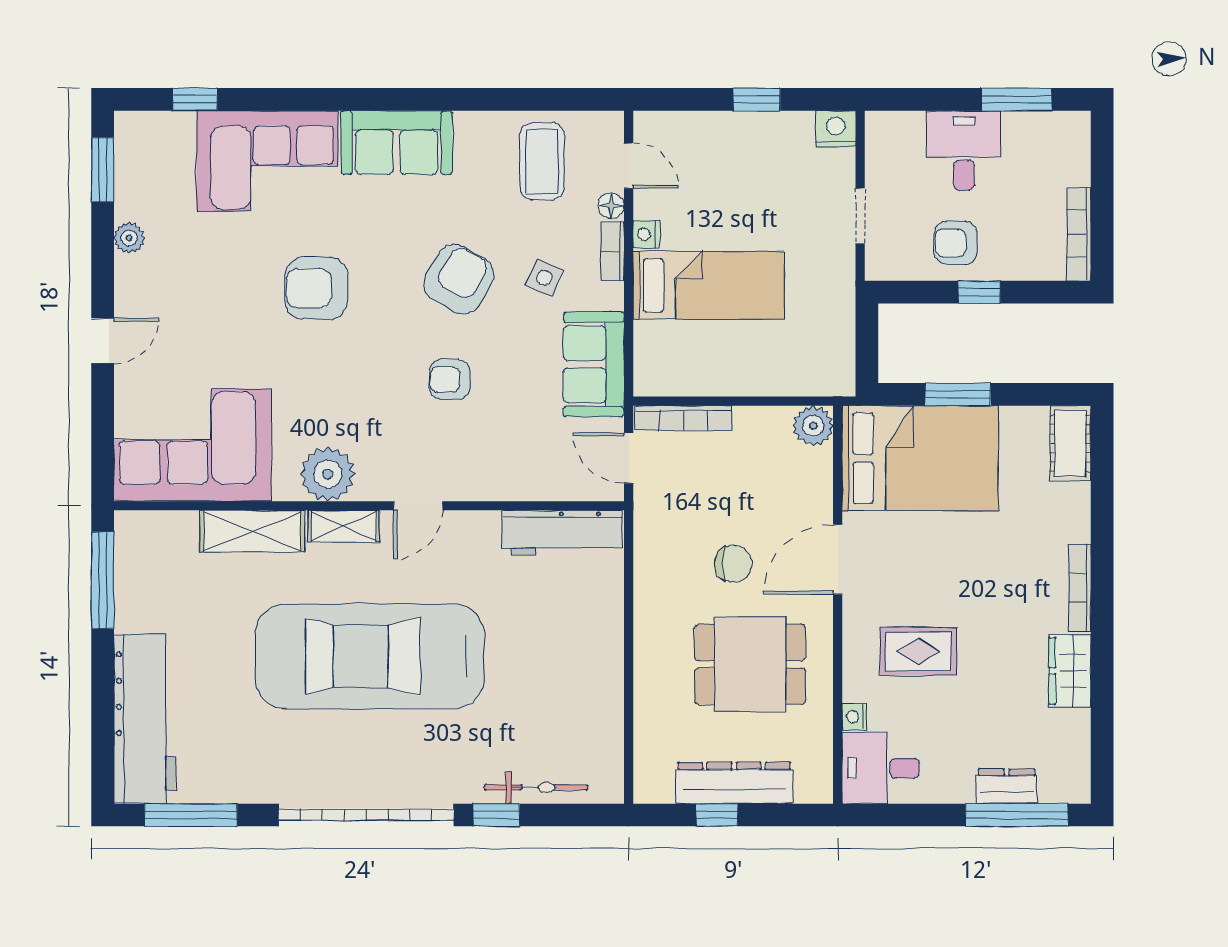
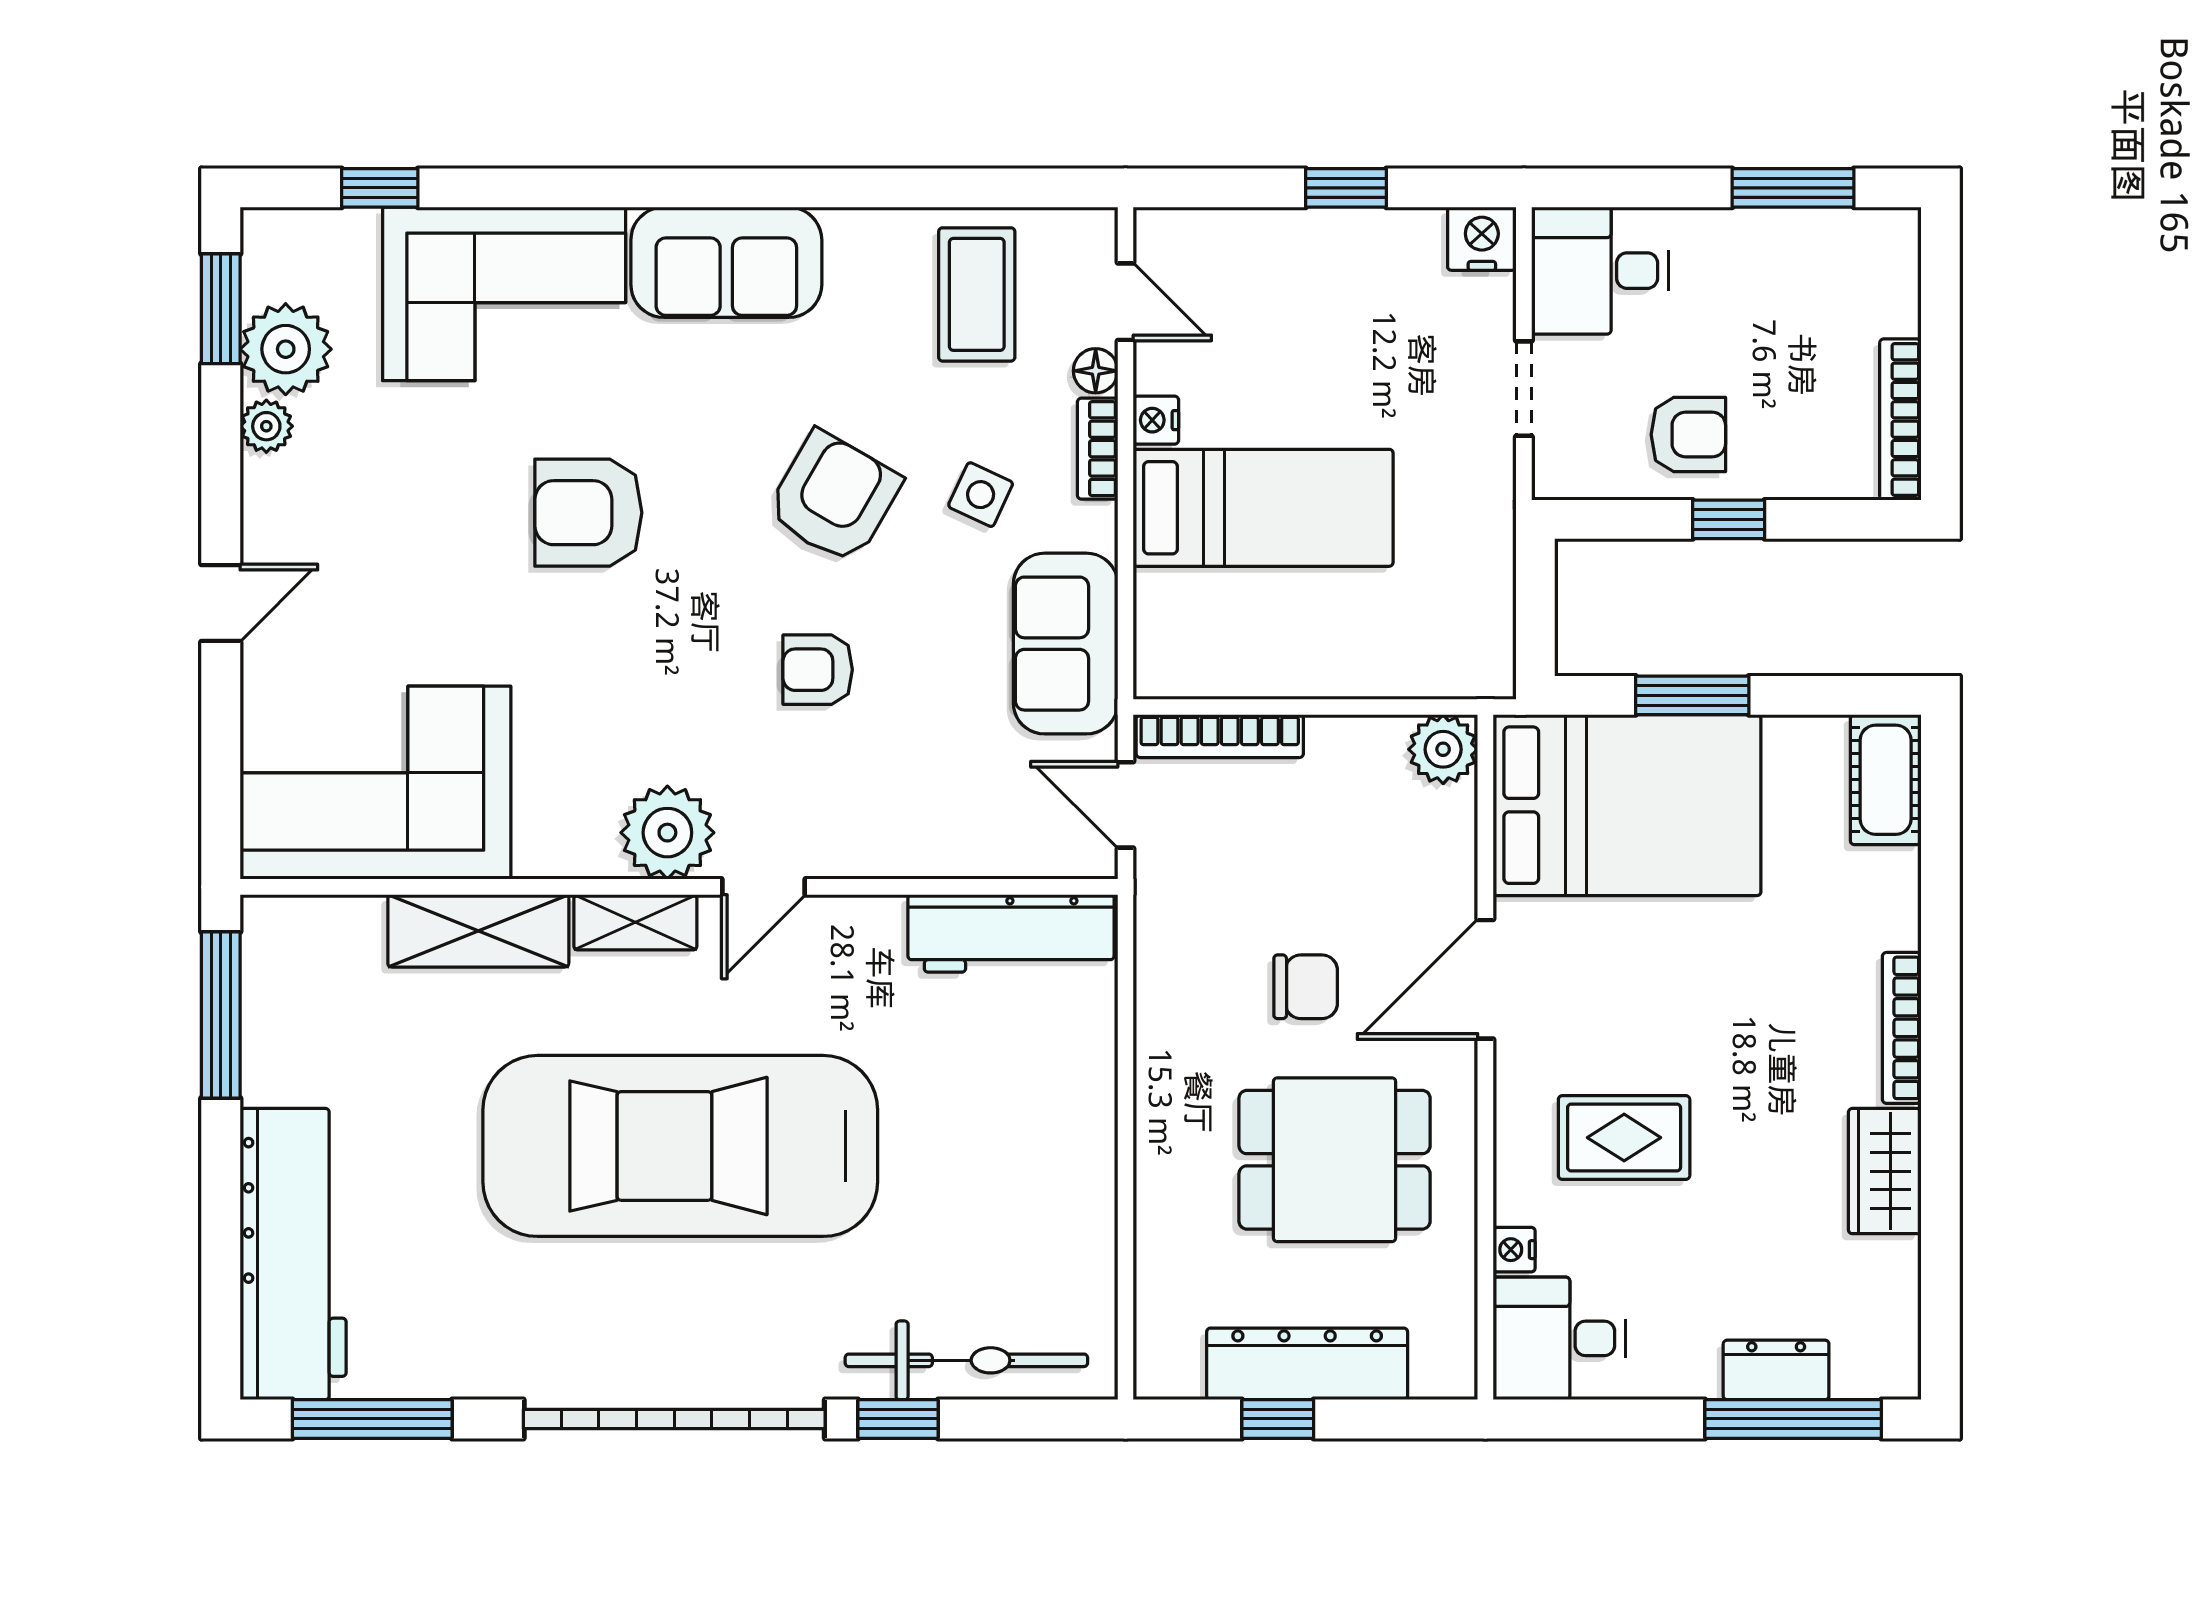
desk: (964, 150) -> (1600, 271), moved, turned -90
plant: (140, 193) -> (286, 349), added
armchair: (956, 243) -> (1688, 435), turned 180
plant: (328, 474) -> (667, 833), moved
bicycle: (536, 787) -> (966, 1360), width x1.37, depth x1.40

